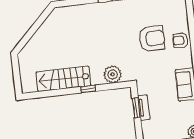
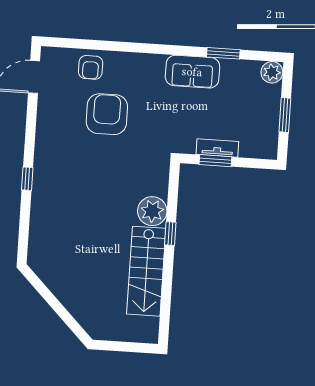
armchair: (181, 40) -> (91, 67), moved
plant: (113, 74) -> (152, 211), moved

